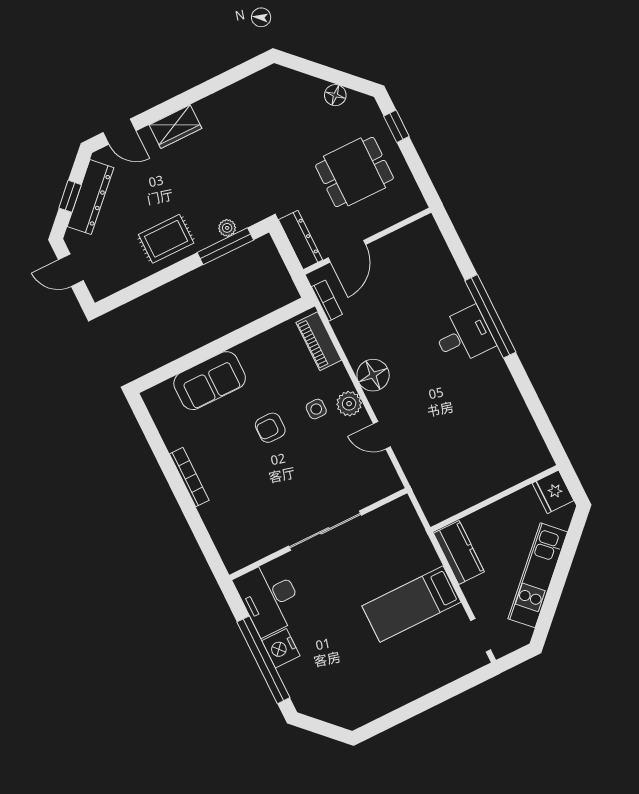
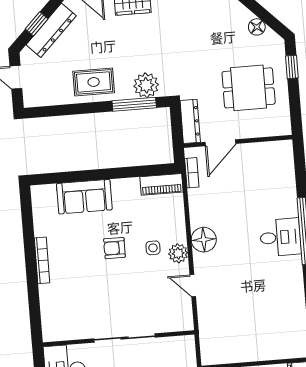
plant: (227, 228) -> (146, 85), width x1.88, depth x1.88
piano: (319, 341) -> (161, 184), moved, turned -90

